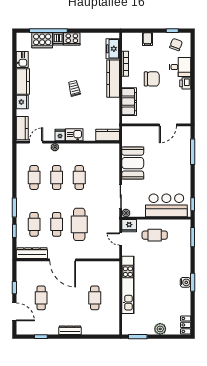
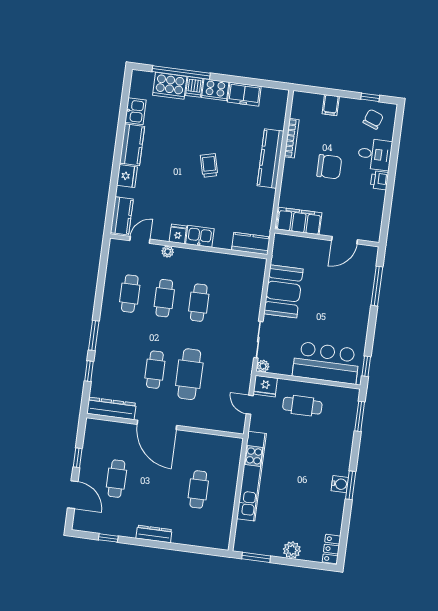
freezer: (113, 49) -> (244, 94), moved, turned -90
filing cabinet: (129, 102) -> (299, 221), moved, turned -90
cafe table: (34, 224) -> (120, 365), removed

